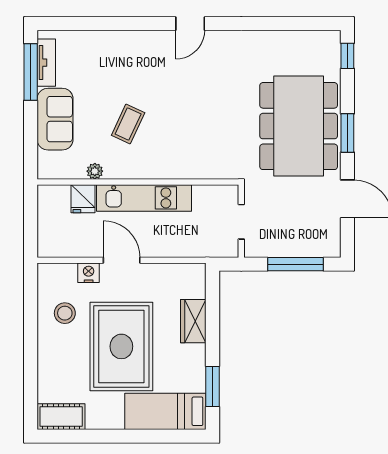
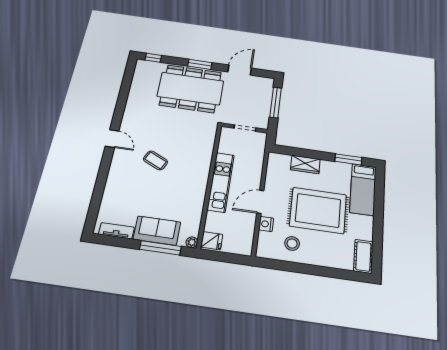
window: (31, 72) -> (160, 248), moved
coffee table: (128, 124) -> (156, 160), moved
plant: (95, 171) -> (192, 242), moved
fridge: (83, 199) -> (212, 241), moved

